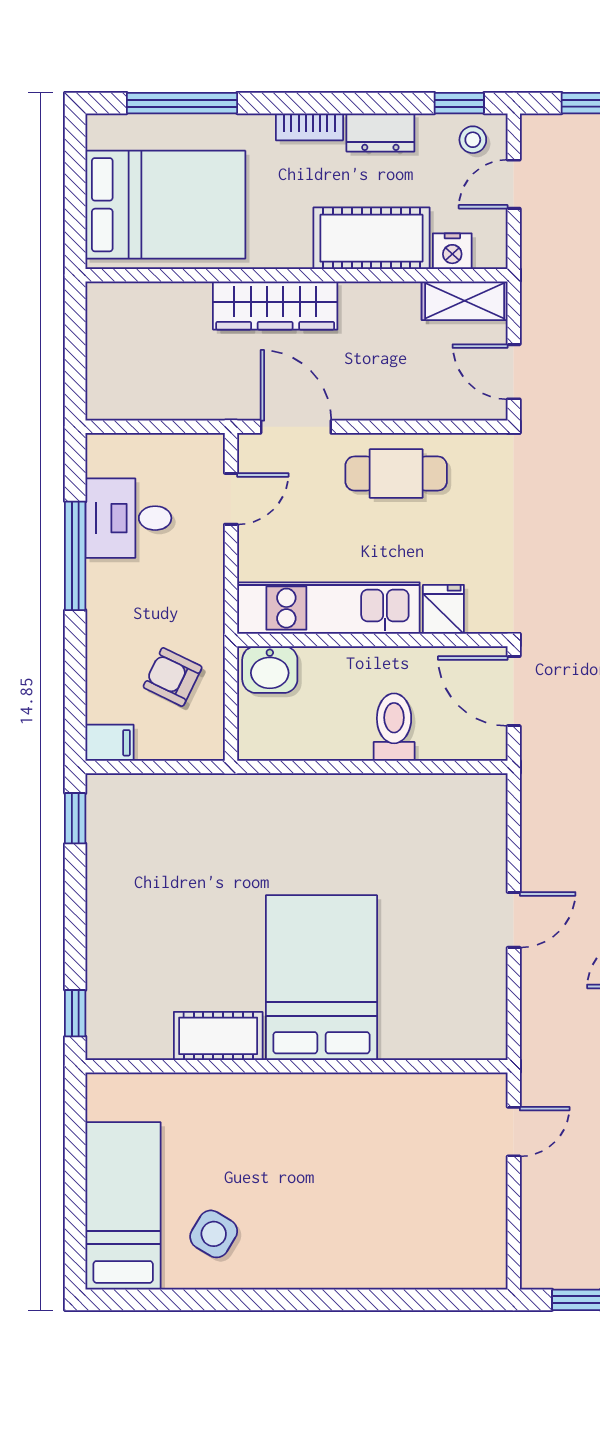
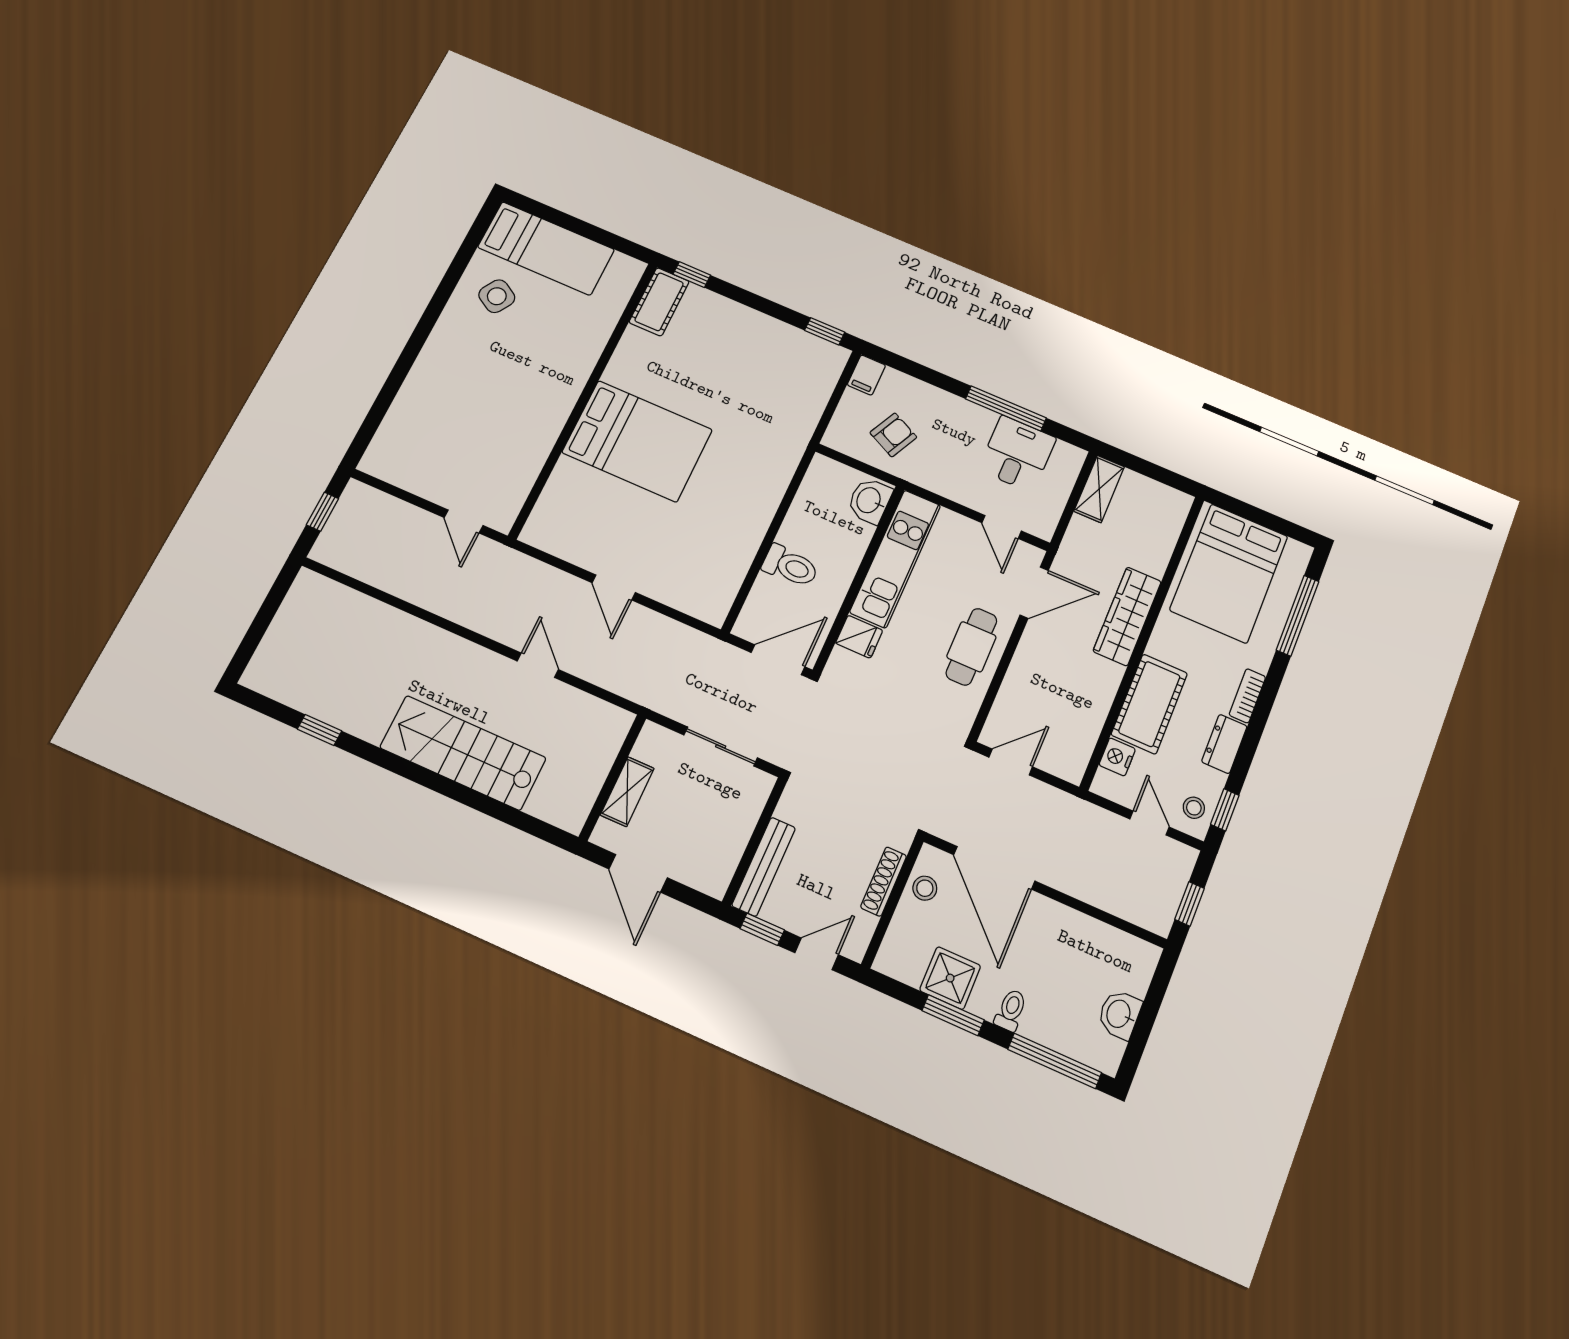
shelving: (465, 301) -> (1099, 489), moved
cot: (218, 1036) -> (659, 302), moved

